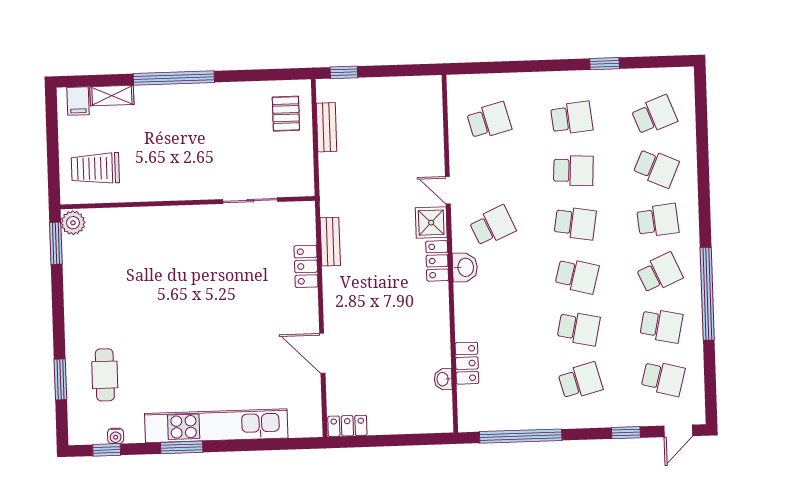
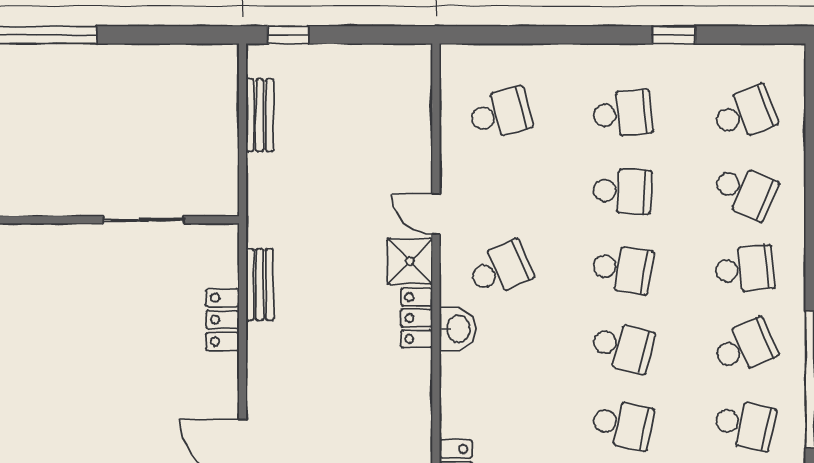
pallet: (286, 114) -> (200, 93), removed

